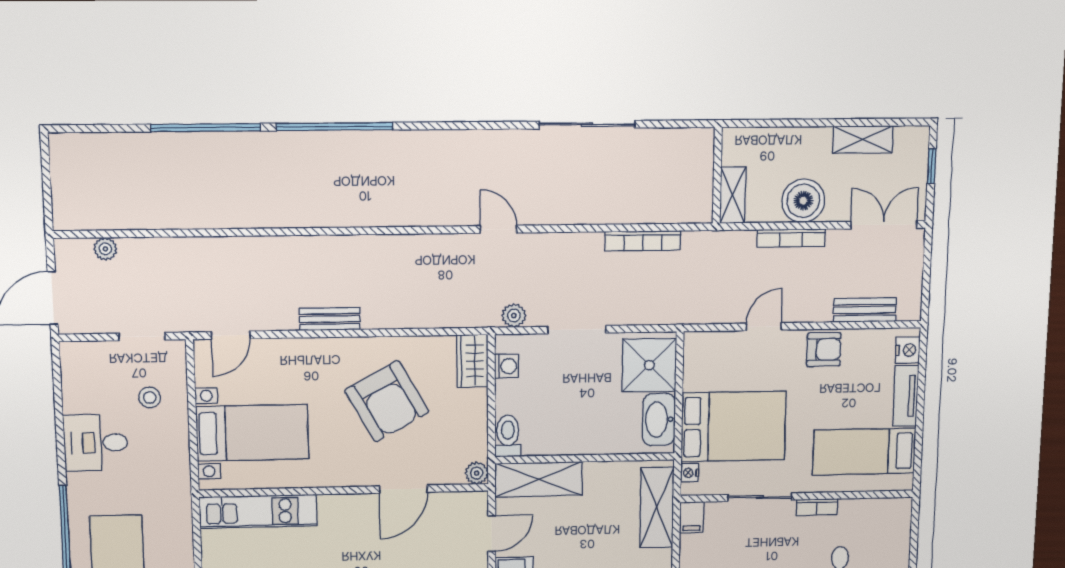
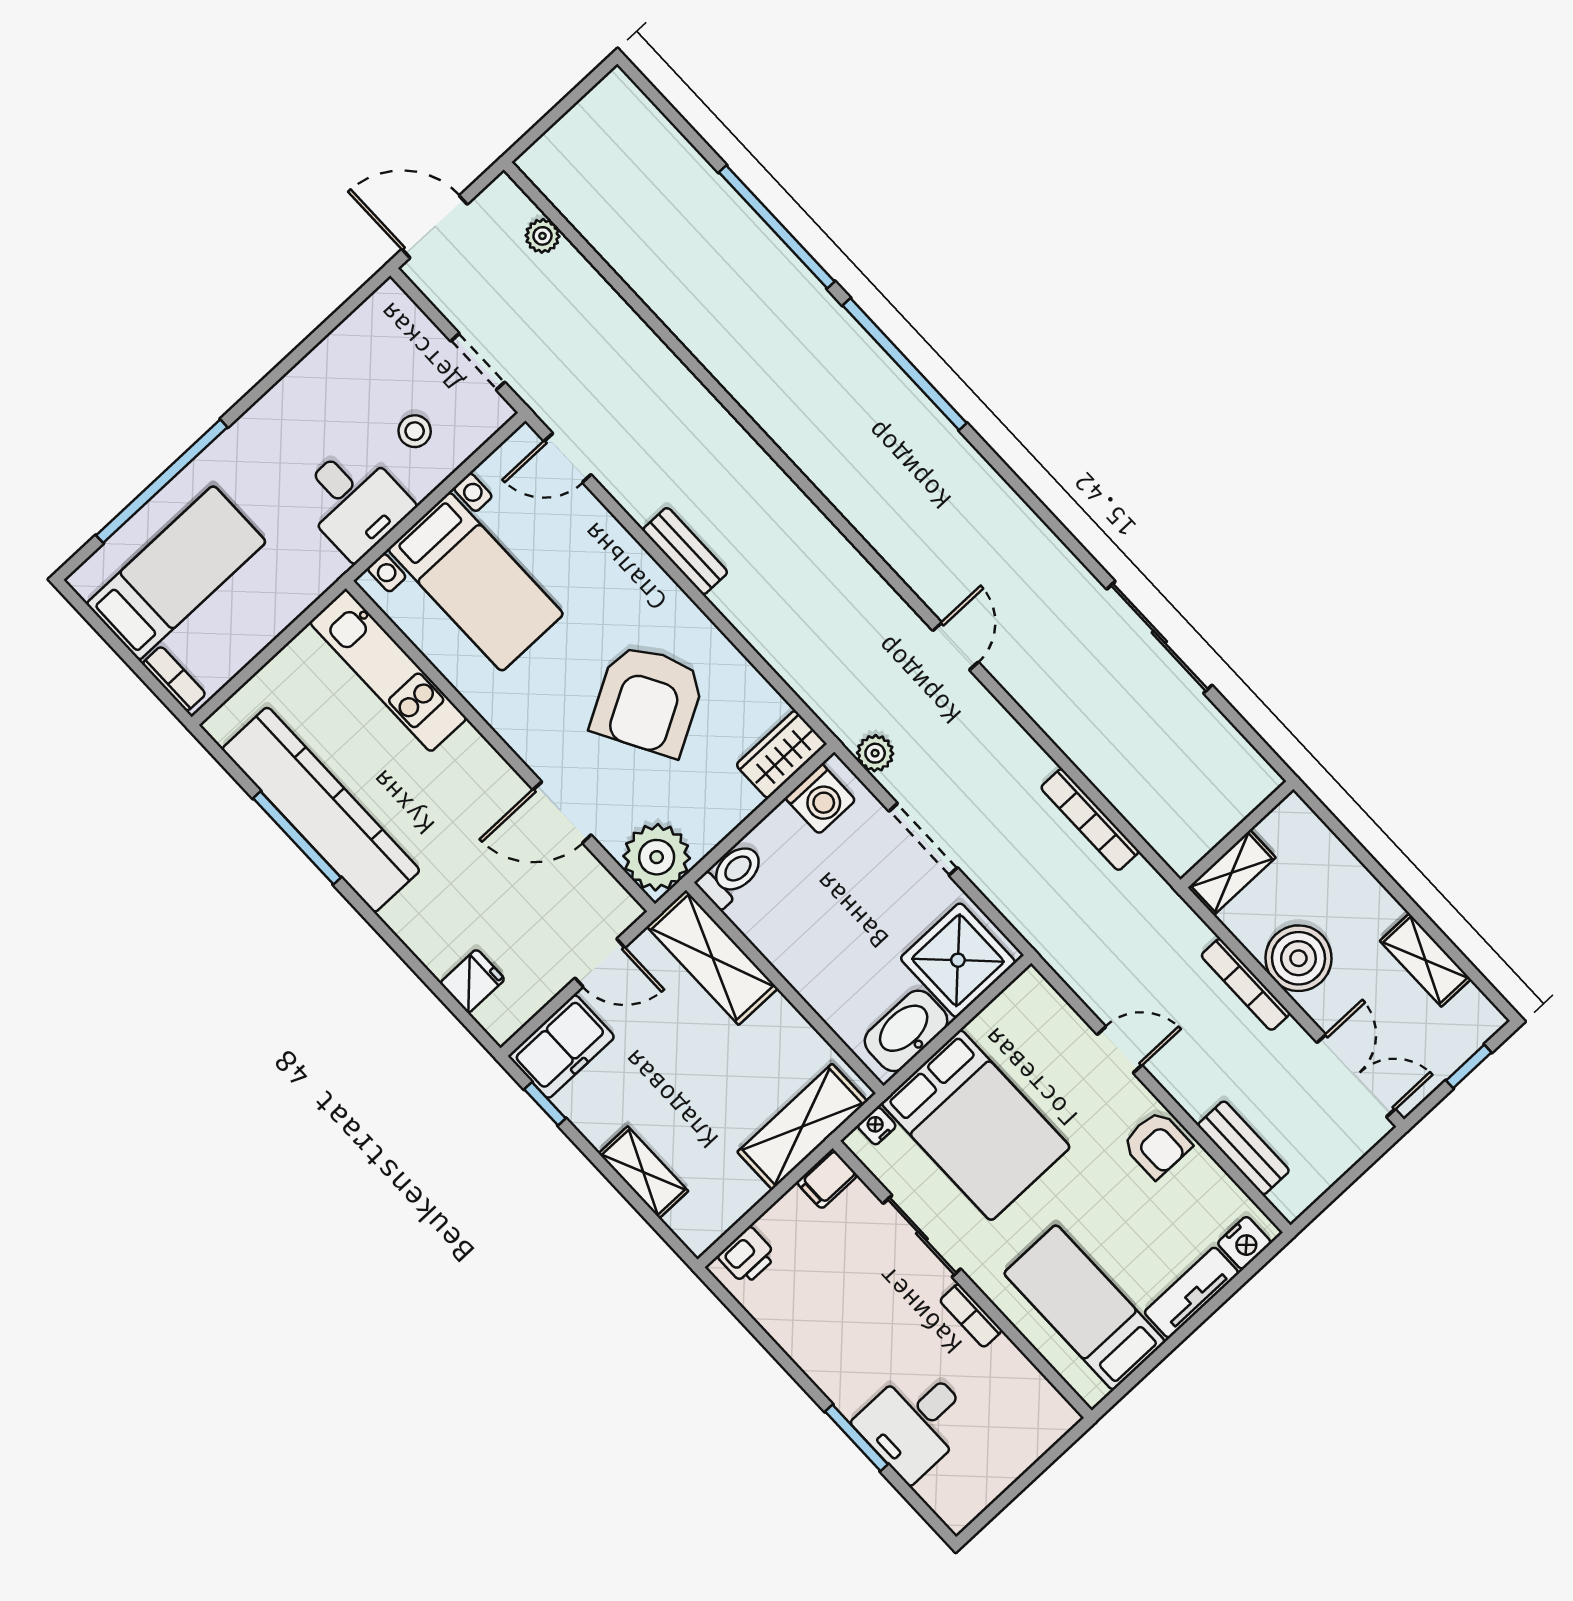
washing machine: (507, 366) -> (820, 799), width x1.38, depth x1.38
desk: (96, 443) -> (354, 501), moved, turned 180
plant: (477, 473) -> (657, 857), width x1.88, depth x1.88

